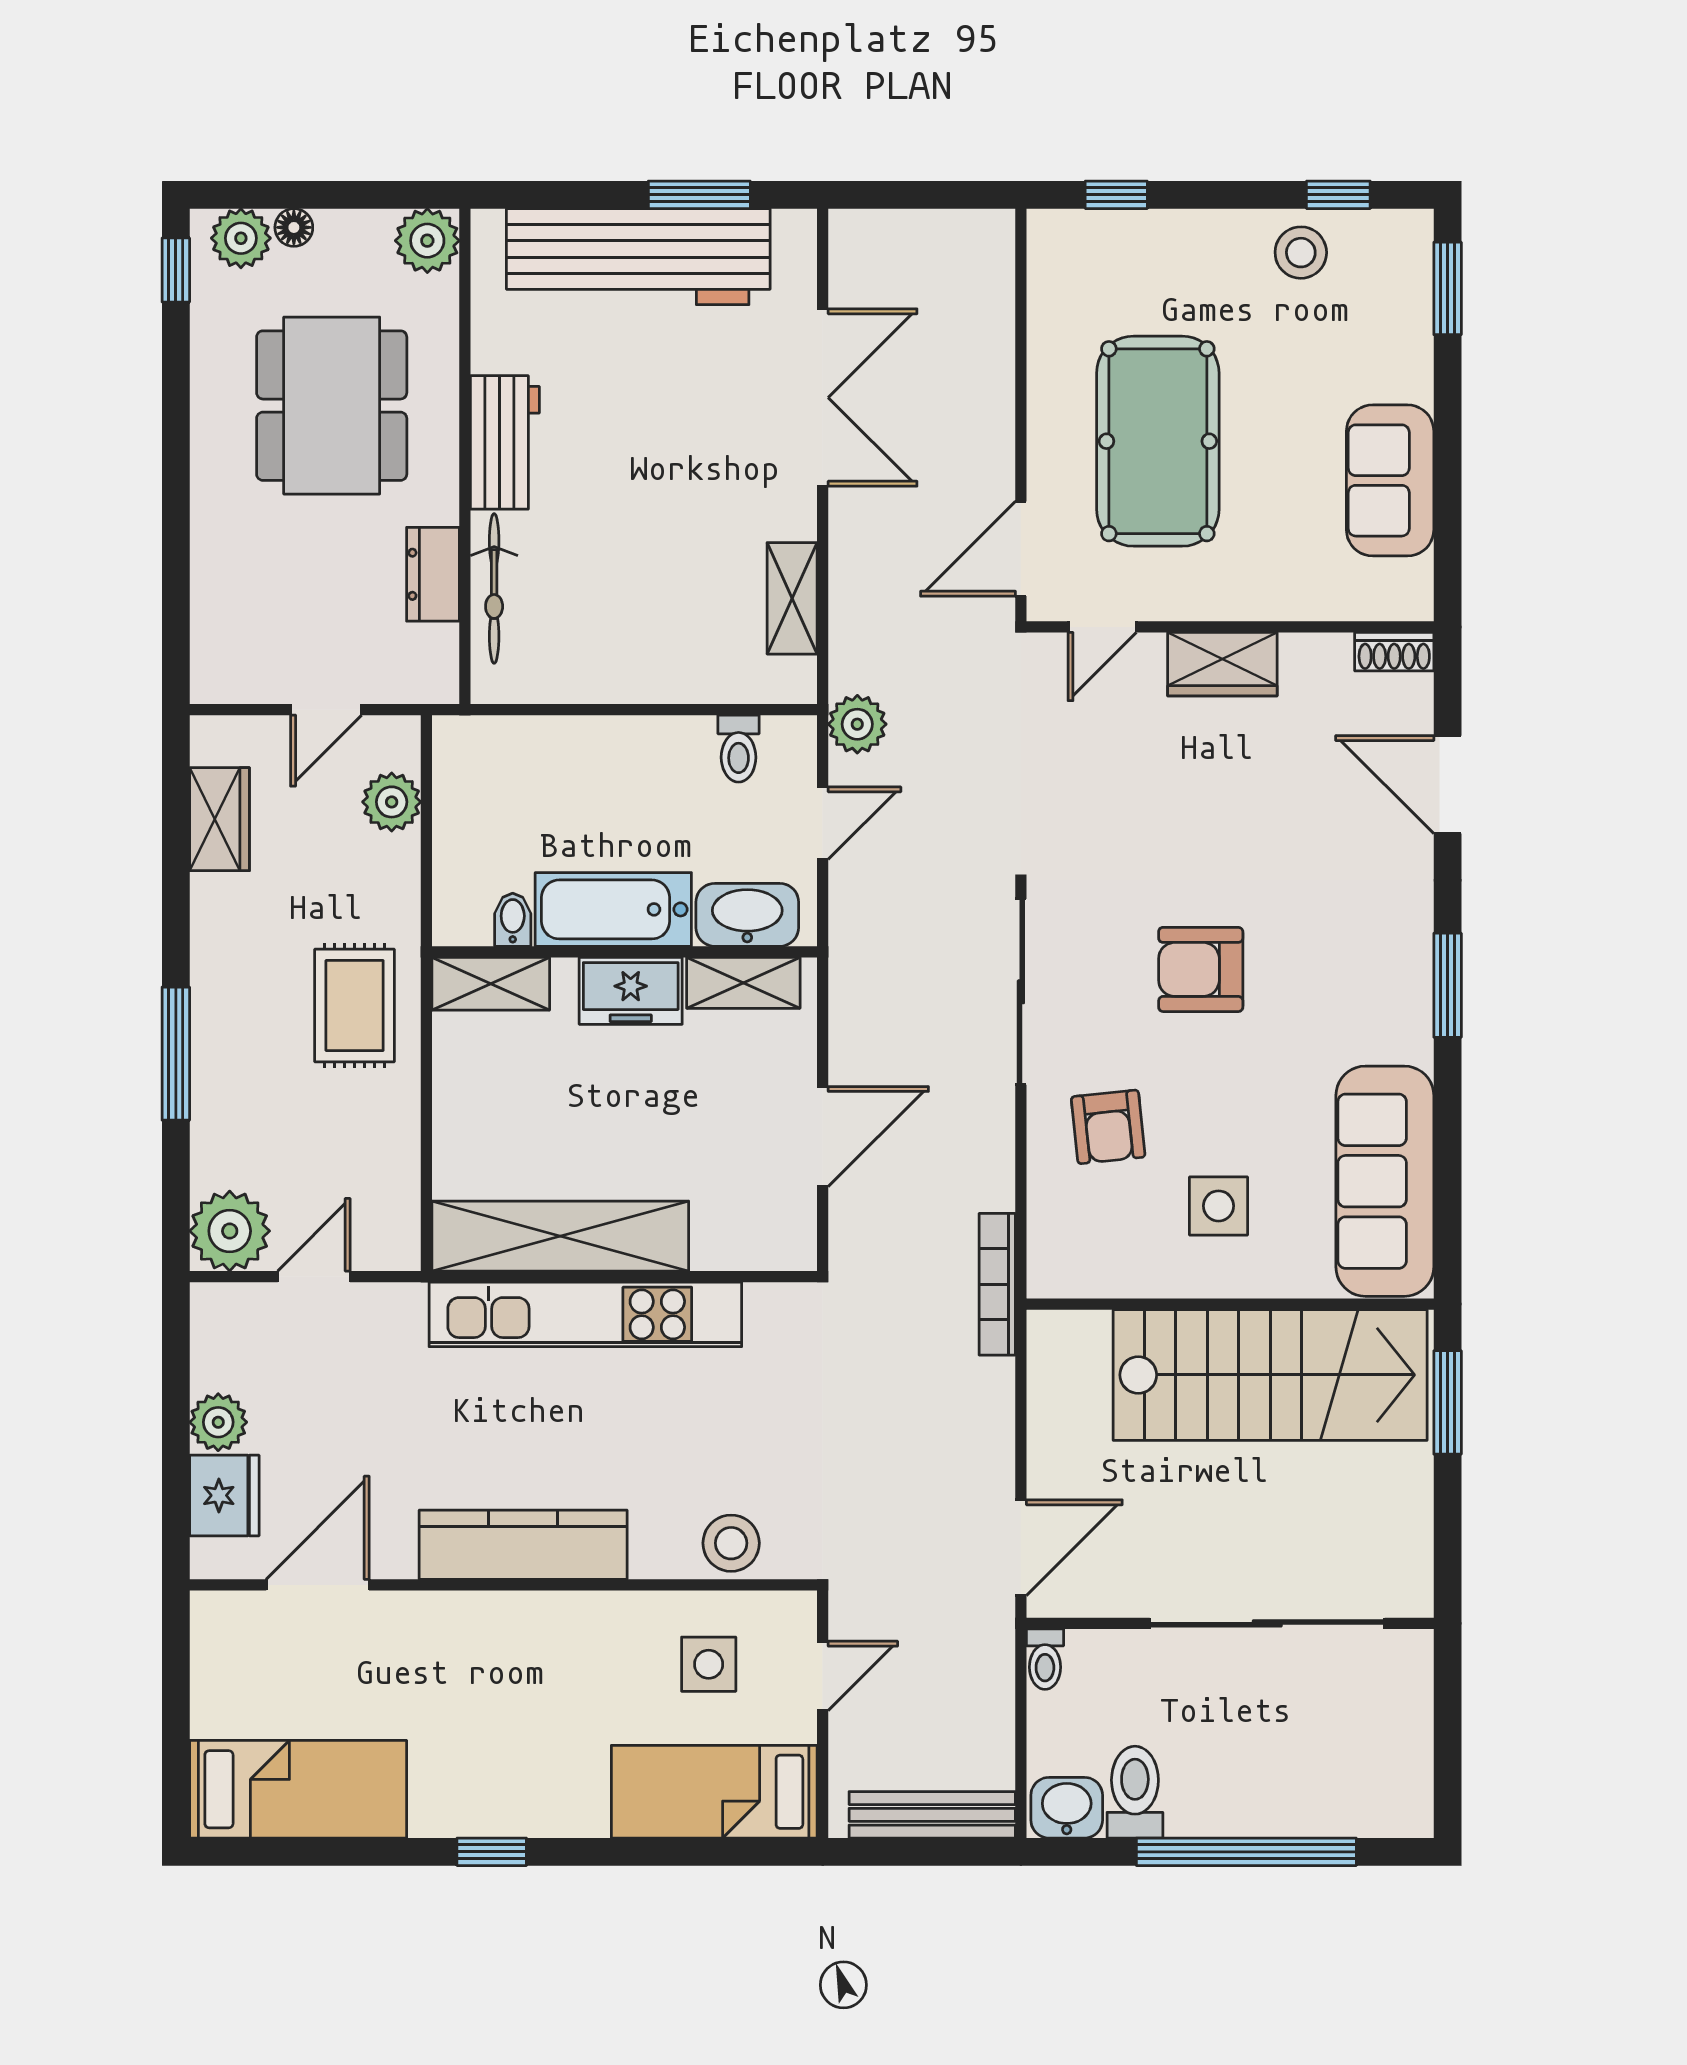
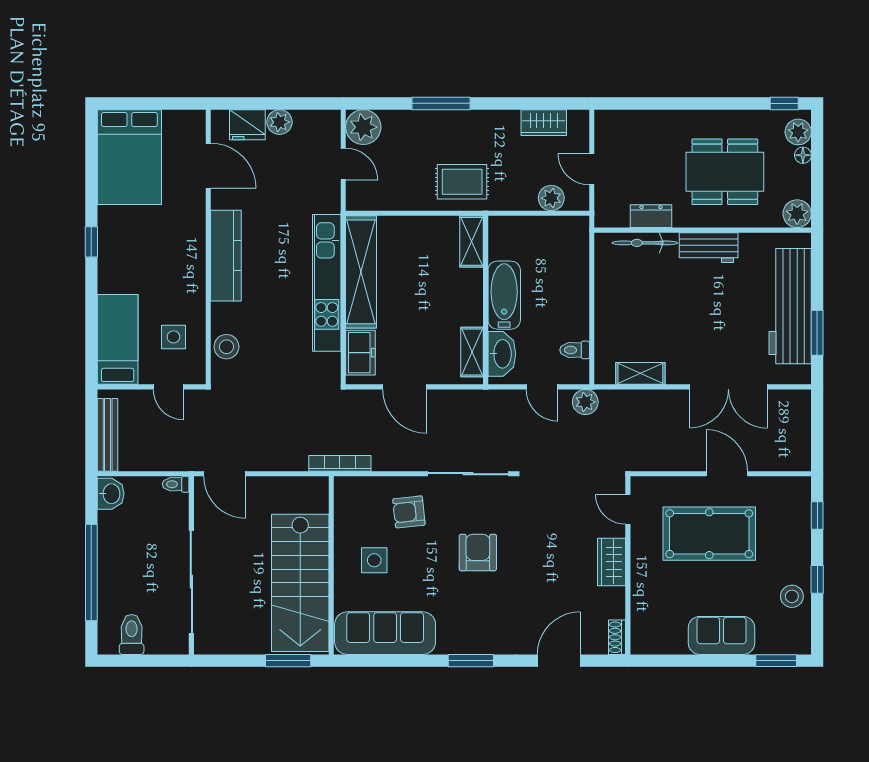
window: (1338, 195) -> (817, 579), moved
sofa: (1390, 480) -> (722, 635), moved
door: (1021, 549) -> (727, 474), moved
bidet: (513, 920) -> (500, 251), removed
freezer: (631, 991) -> (360, 353), moved, turned 180
bed: (298, 1789) -> (129, 157), width x1.50
toilet: (1135, 1792) -> (132, 634), moved, turned -90

